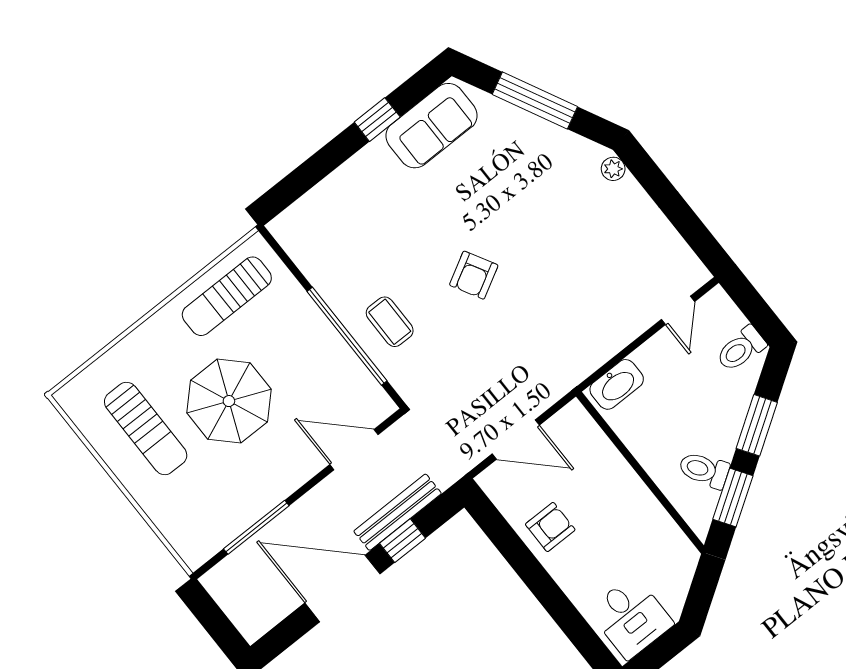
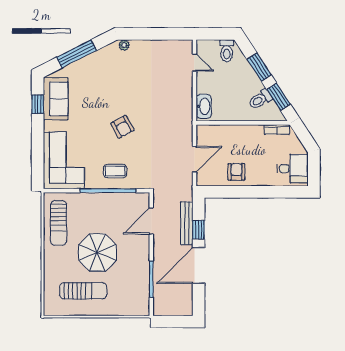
window: (377, 120) -> (38, 104), moved
corner sofa: (339, 222) -> (64, 160), added
bookcase: (675, 538) -> (277, 130), added

